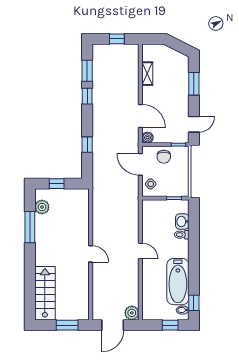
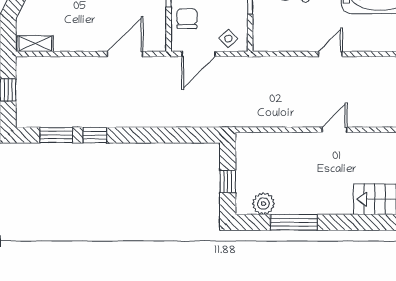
shelving: (147, 74) -> (35, 44), moved
boiler: (148, 138) -> (158, 43), removed
window: (87, 145) -> (169, 135), removed
chair: (164, 157) -> (187, 19), turned -90

